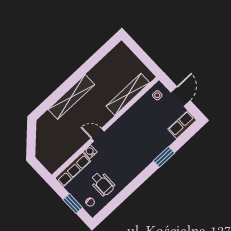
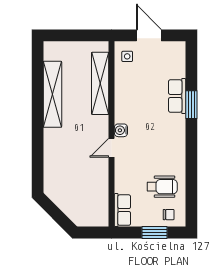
shelving: (71, 97) -> (52, 94), moved
row of seats: (182, 125) -> (177, 96), moved
water cooler: (90, 152) -> (121, 130), moved
row of seats: (73, 170) -> (122, 210), width x0.68

